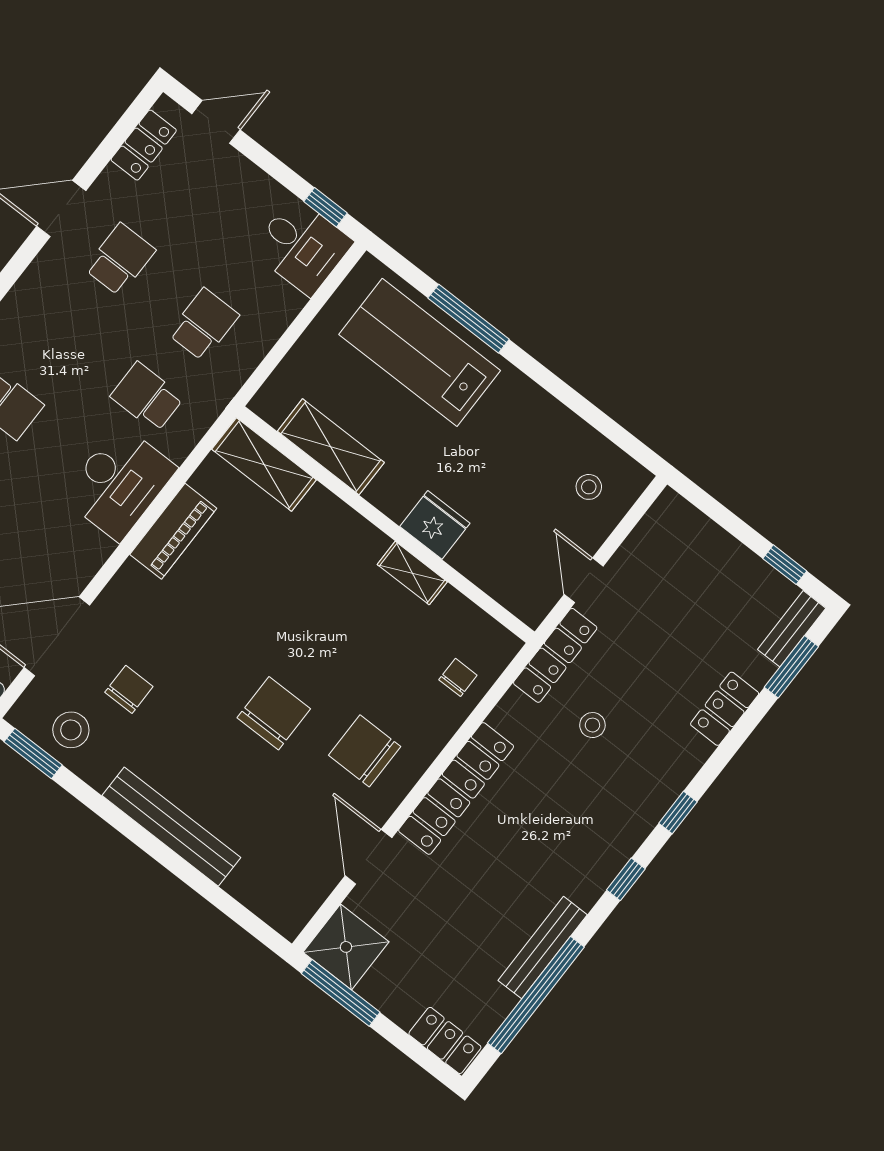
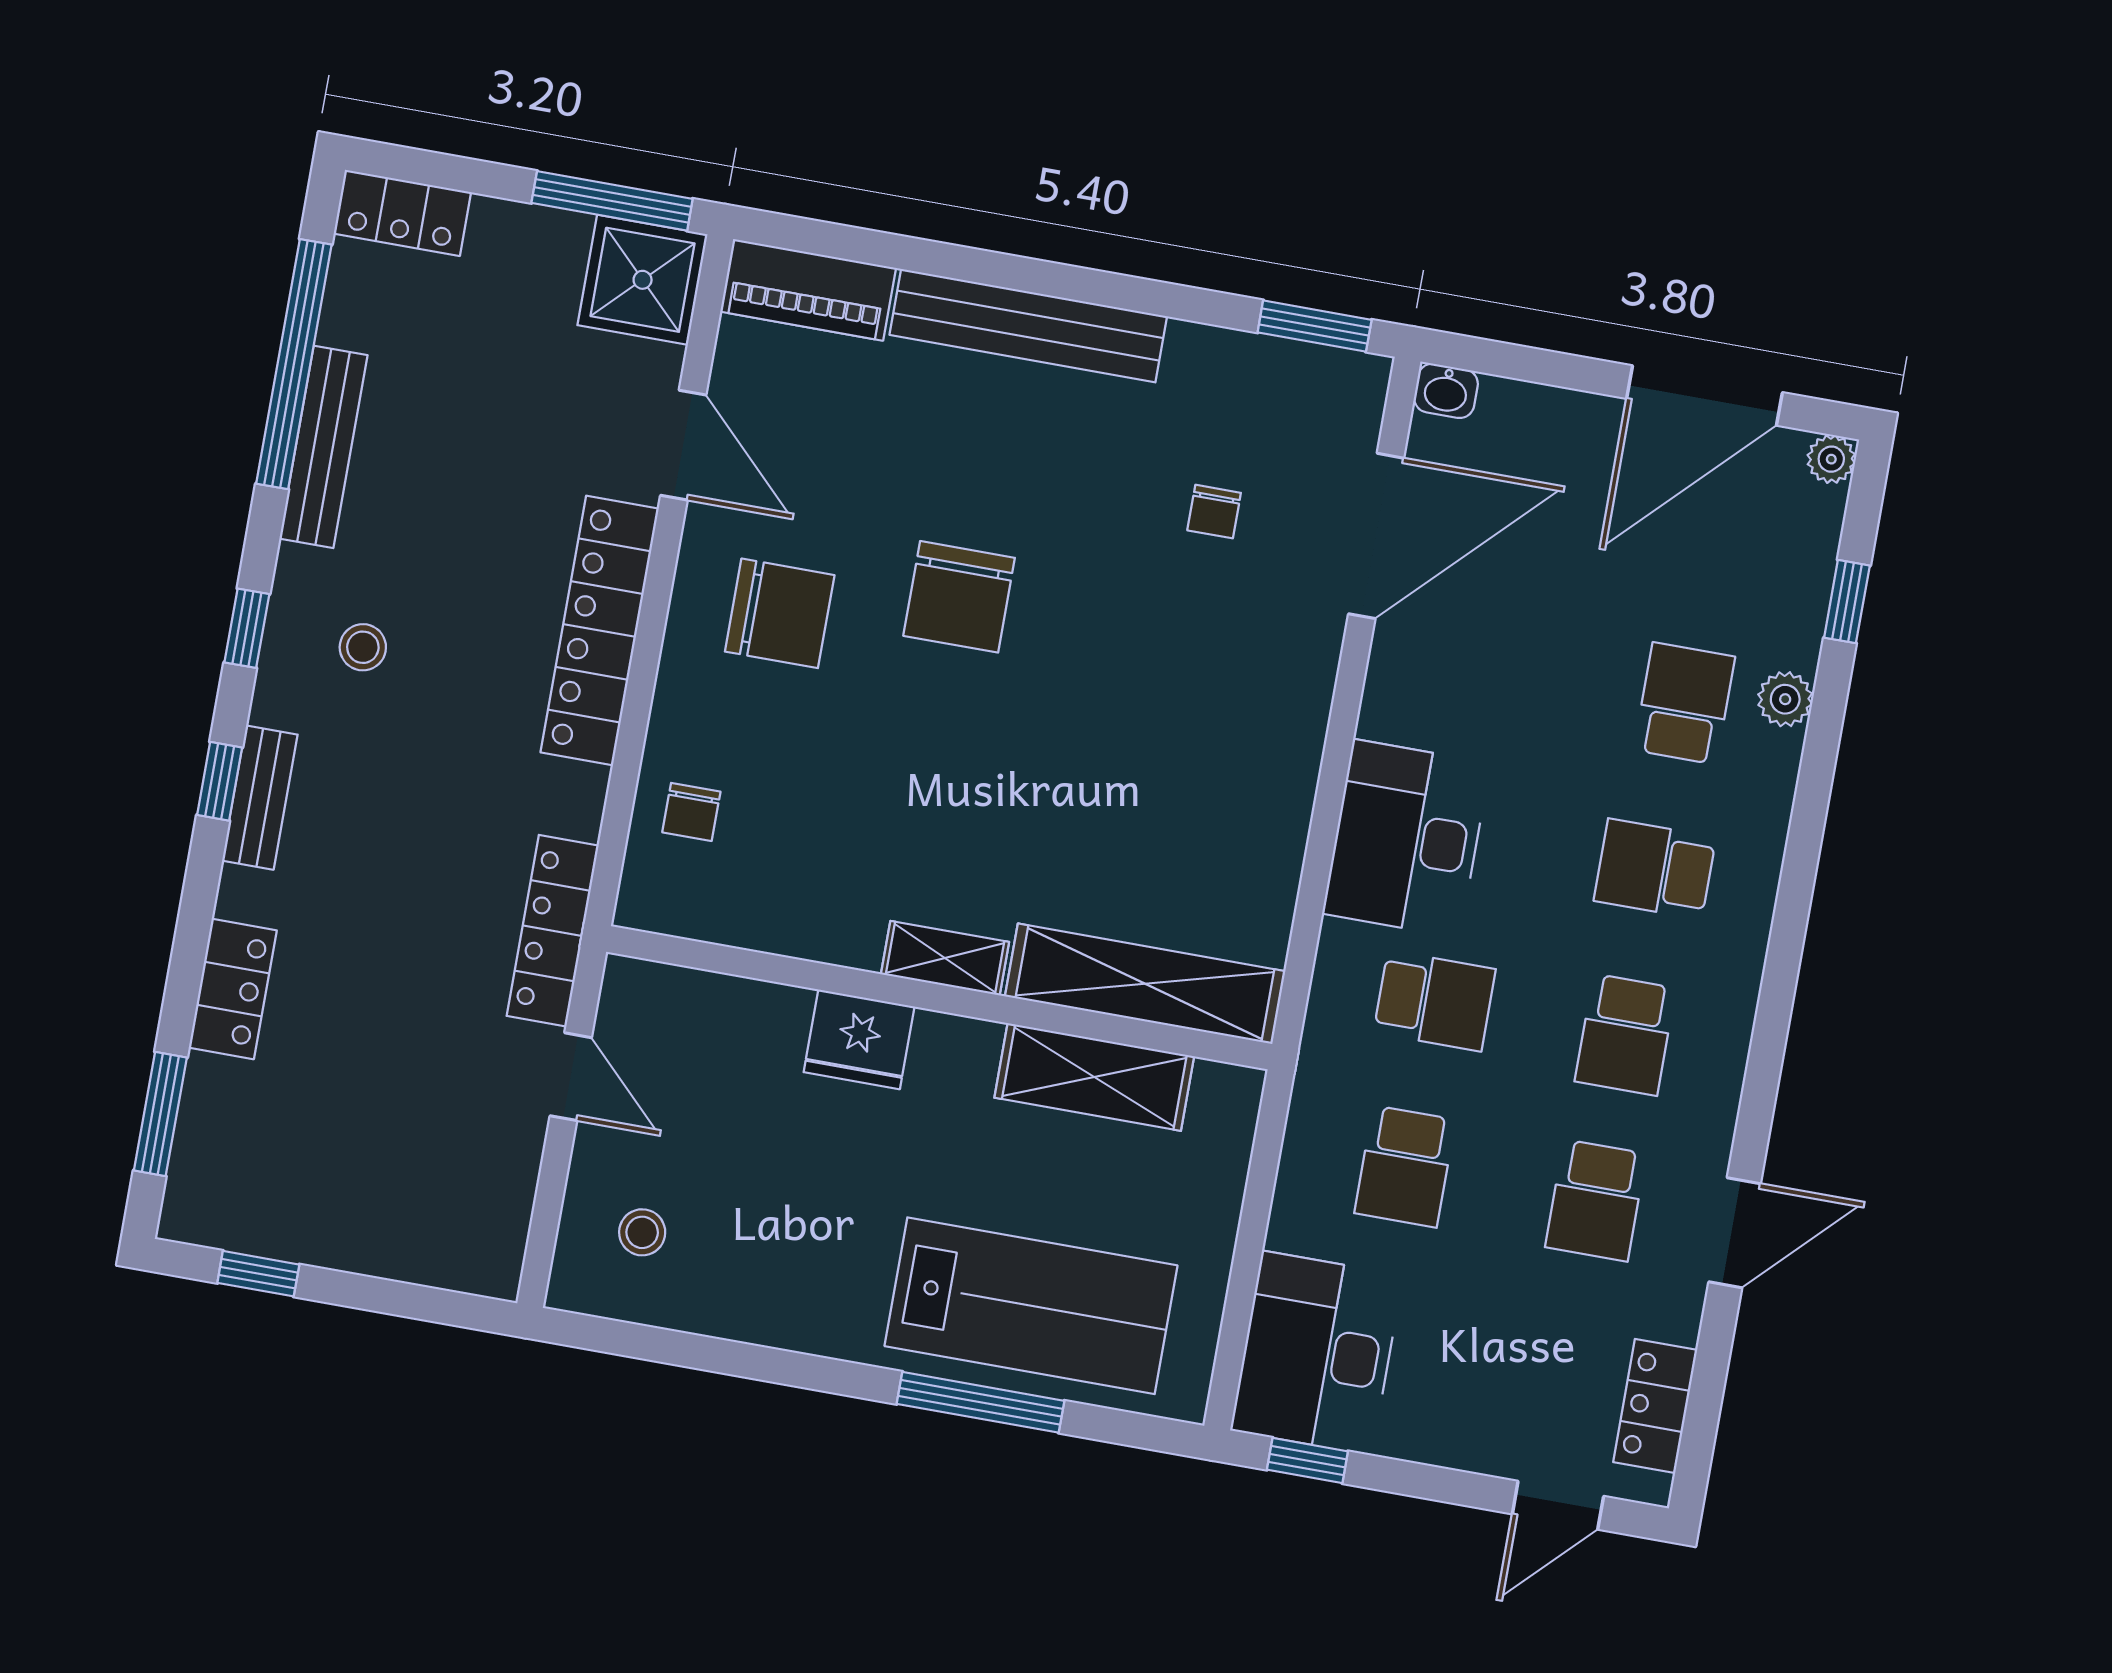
desk: (302, 246) -> (1317, 1353), width x1.37
school desk: (64, 332) -> (1625, 1035), added
shelving: (264, 465) -> (1145, 984), width x1.47
piano: (173, 531) -> (808, 290), moved, turned -90
shelving: (412, 573) -> (945, 958), moved
bench: (792, 629) -> (260, 798), moved
chair: (129, 689) -> (1214, 512), width x0.73, depth x0.73
stool: (592, 725) -> (363, 647), moved
stool: (71, 730) -> (1273, 396), removed

